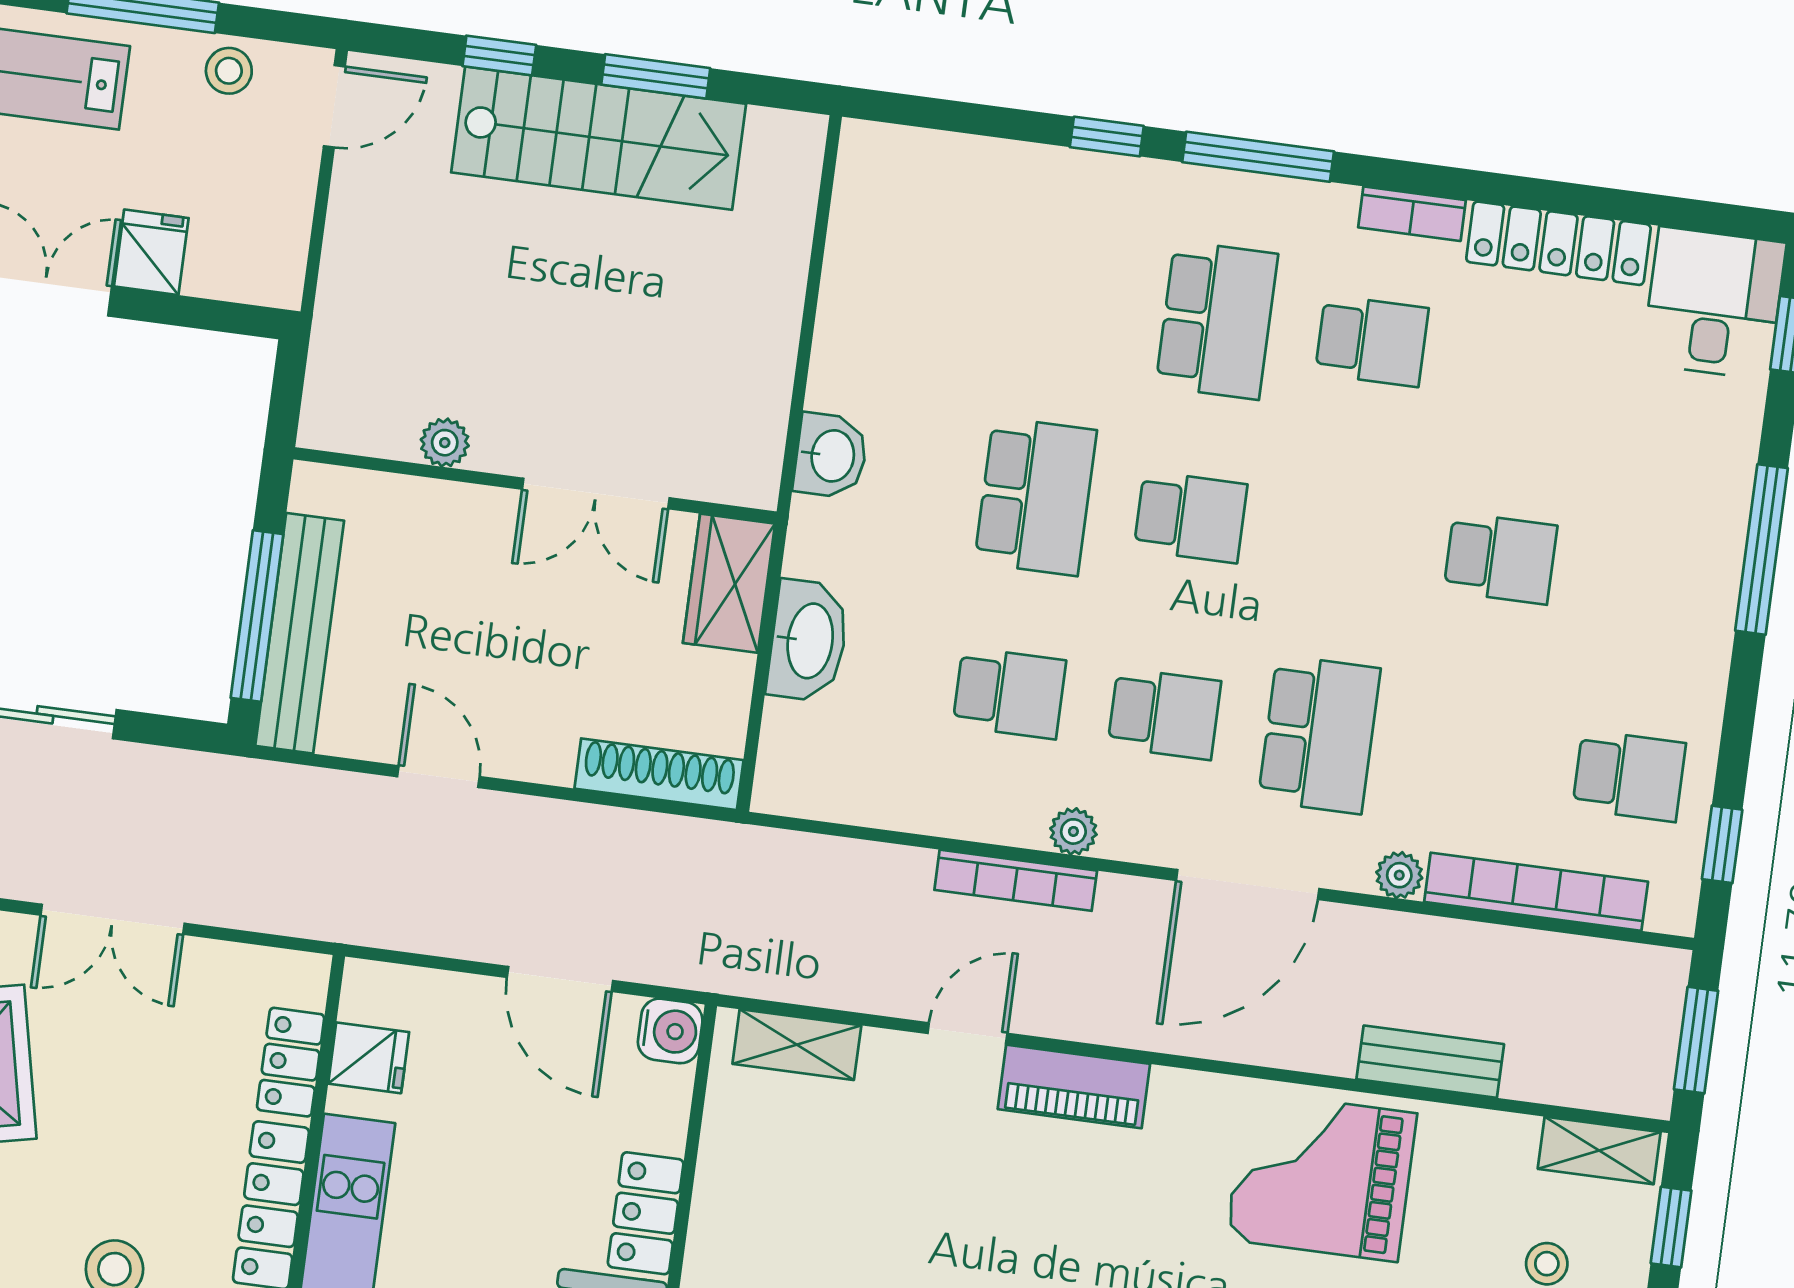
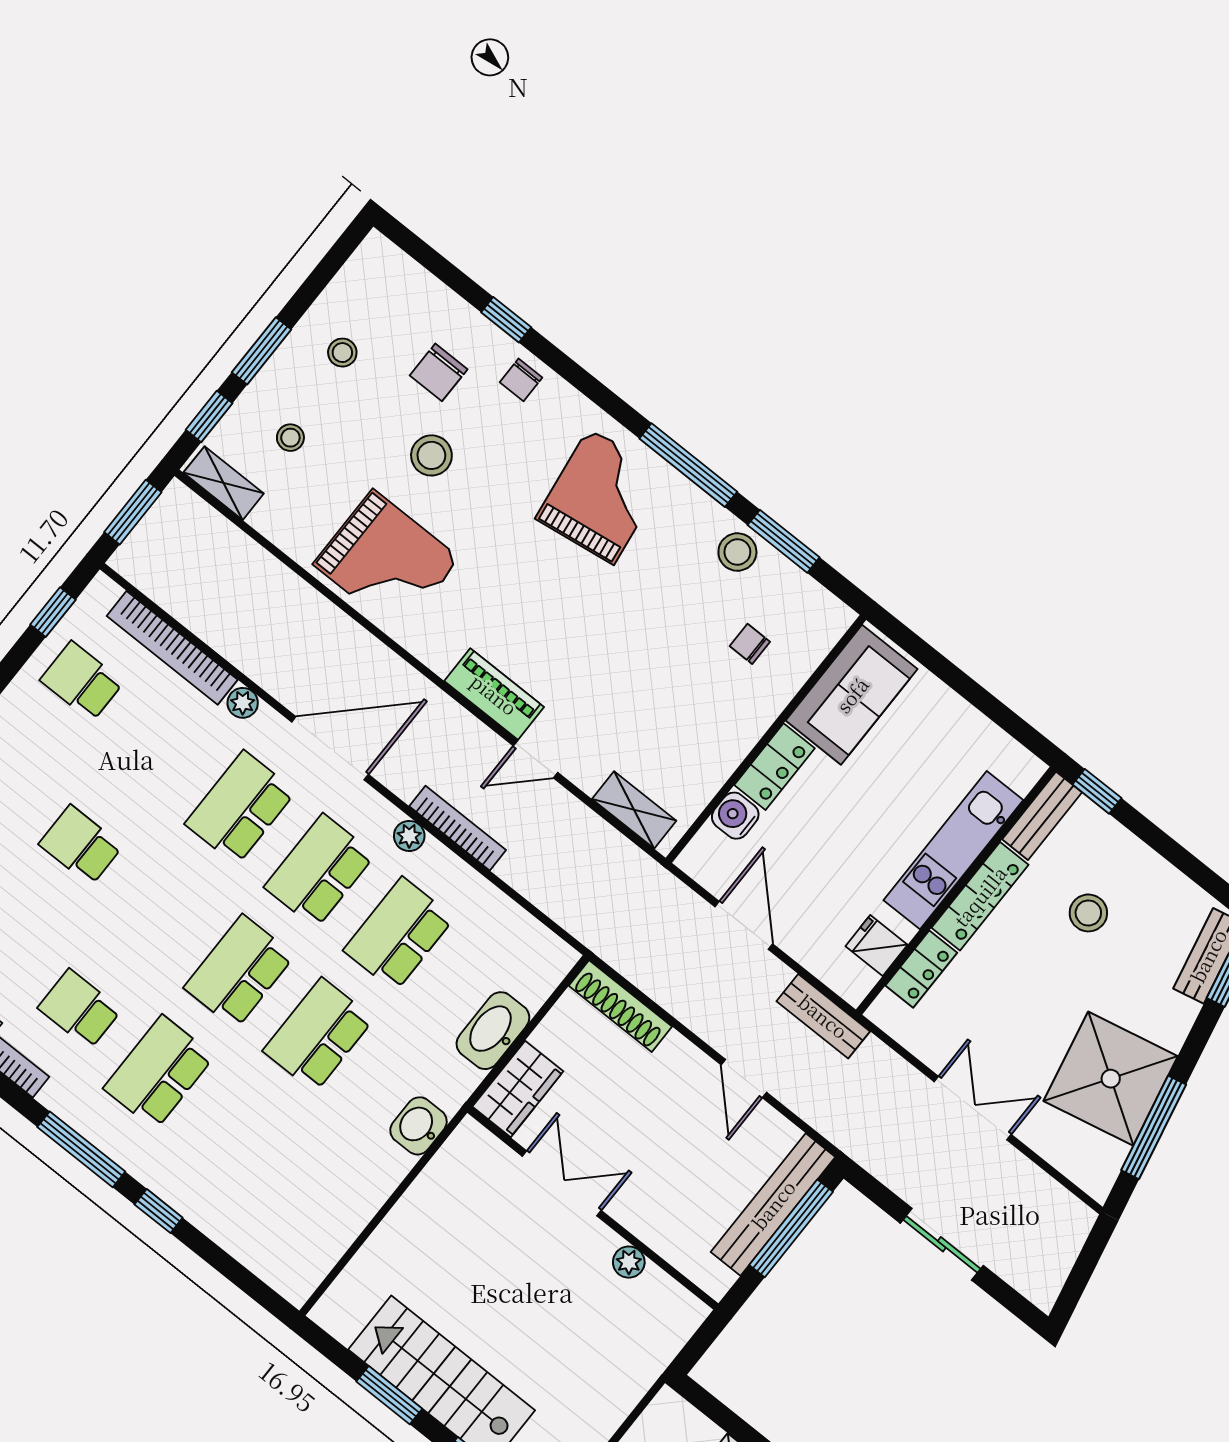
school desk: (1190, 517) -> (239, 972), width x1.85
school desk: (1009, 693) -> (399, 934), width x1.85
school desk: (1164, 714) -> (319, 871), width x1.85
water cooler: (670, 1031) -> (735, 816), moved
bench: (1430, 1062) -> (823, 1016), moved

